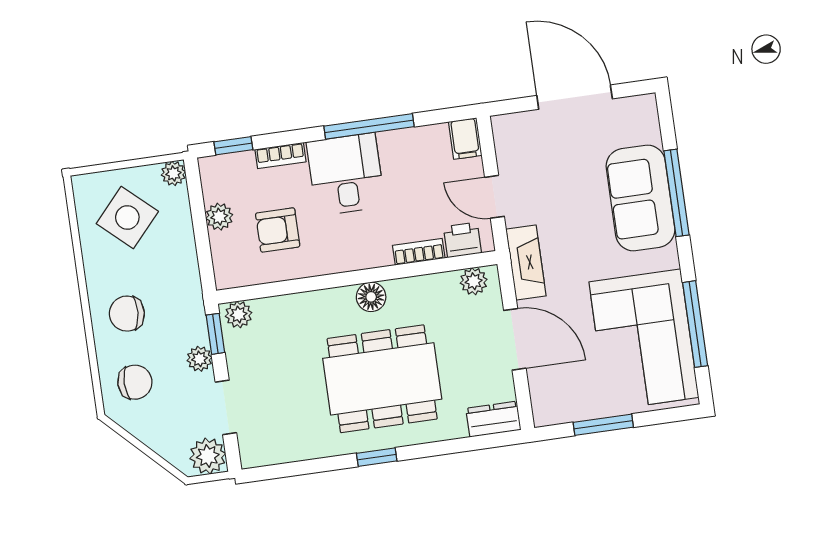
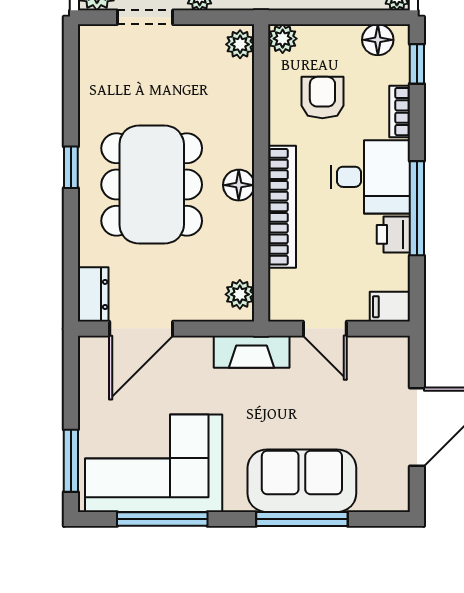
floor lamp: (216, 186) -> (378, 40), added
door: (495, 197) -> (325, 329), swing flipped
plant: (219, 217) -> (283, 39), moved
printer: (462, 240) -> (393, 234), moved, turned 180
bookcase: (419, 252) -> (282, 207), width x2.31, depth x1.31
window: (215, 334) -> (223, 17), removed
door: (515, 339) -> (141, 329), moved
window: (603, 425) -> (71, 461), moved

